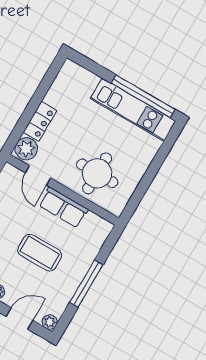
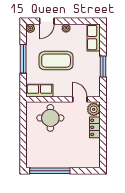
kitchen unit: (133, 110) -> (51, 161), removed
row of seats: (63, 207) -> (39, 91), moved
coffee table: (40, 253) -> (56, 61), width x1.36, depth x1.32

